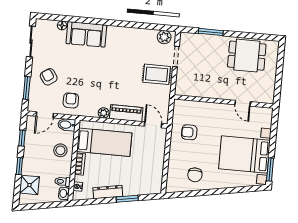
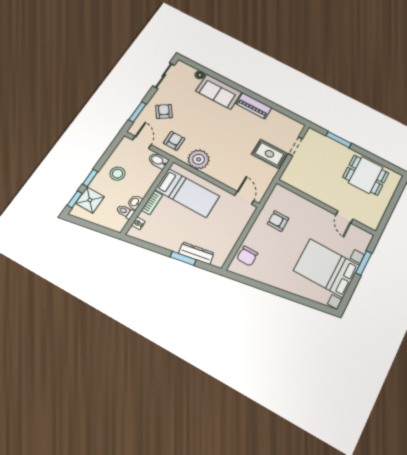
plant: (164, 37) -> (292, 125), removed
plant: (104, 113) -> (199, 159), width x1.87, depth x1.87
piano: (126, 113) -> (254, 106), moved, turned 180
door: (45, 115) -> (142, 142), swing flipped
window: (22, 138) -> (75, 199), moved
stool: (60, 150) -> (117, 174), moved
window: (270, 169) -> (364, 263), moved
chair: (195, 175) -> (247, 256), moved
dresser: (108, 192) -> (196, 253), moved
washbasin: (64, 193) -> (135, 202), moved

